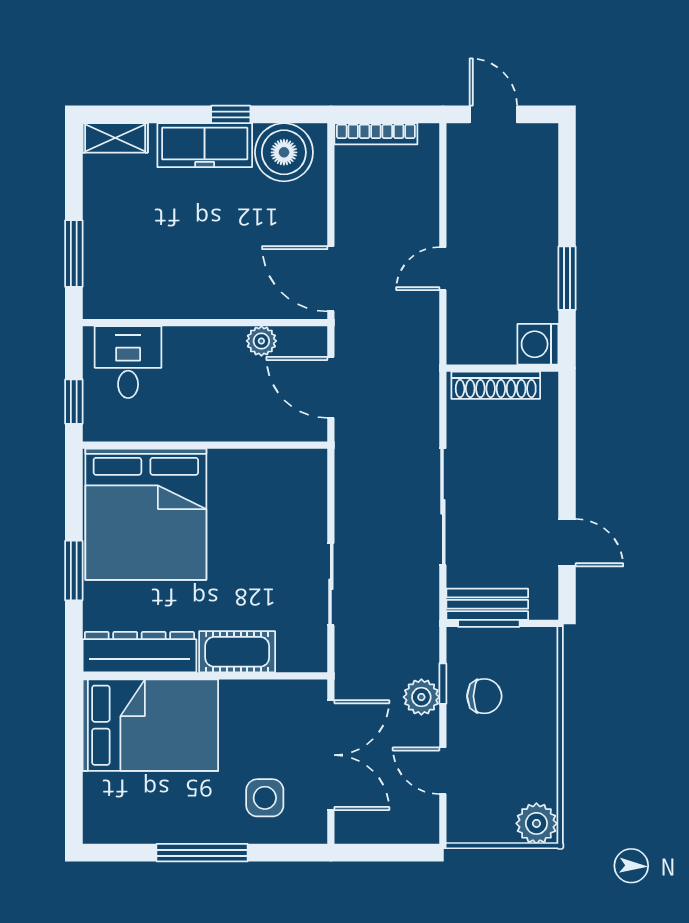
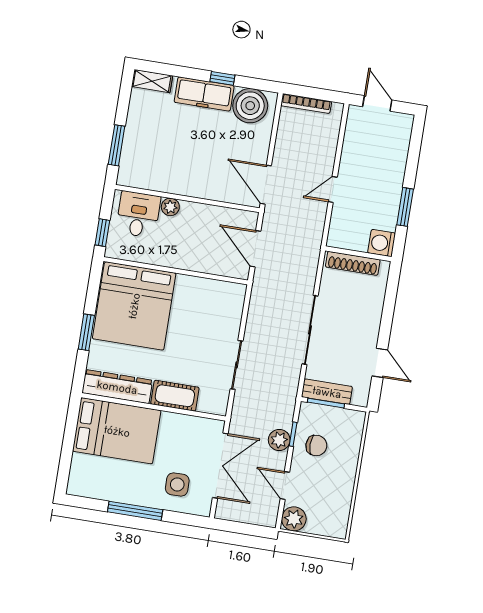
plant: (261, 341) -> (170, 207), moved
plant: (536, 823) -> (294, 519), moved

